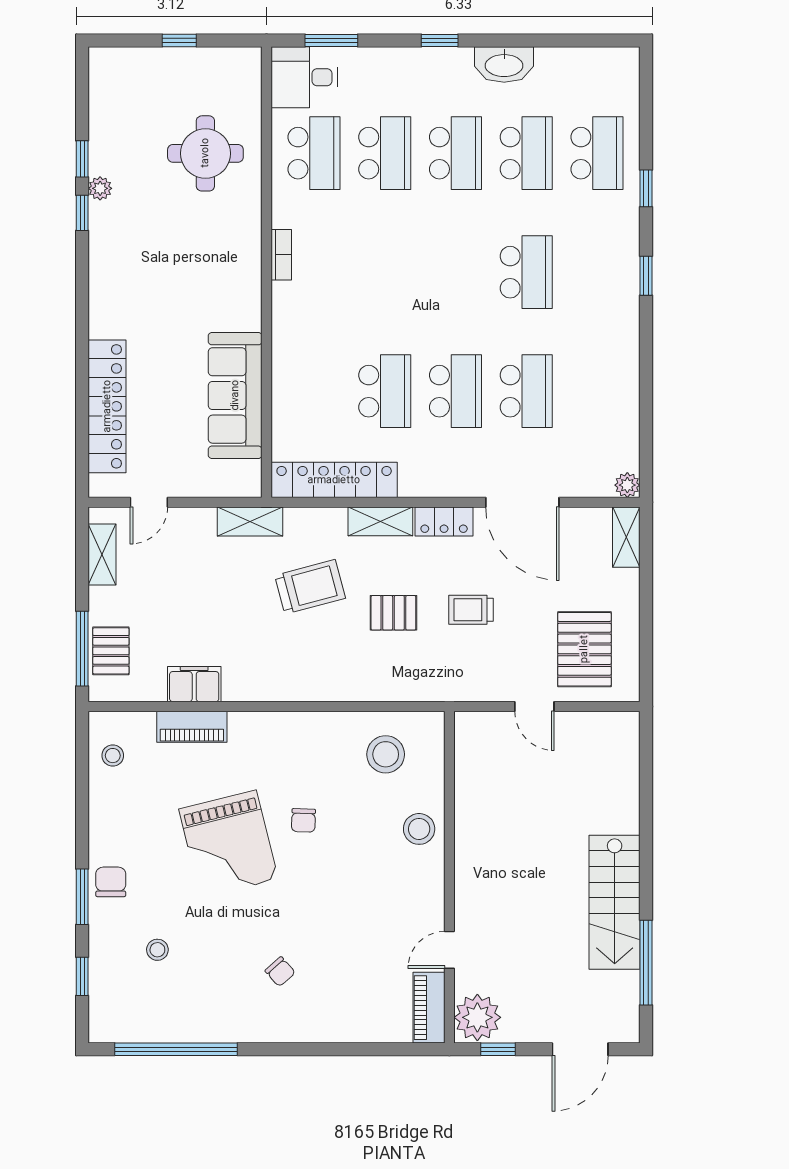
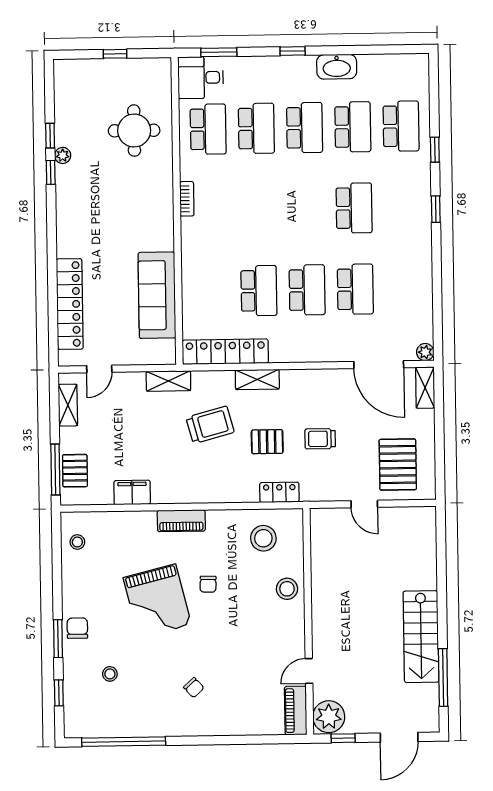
door: (522, 502) -> (379, 365), moved
locker: (444, 521) -> (279, 492), moved, turned 180
piano: (192, 727) -> (181, 521), moved

